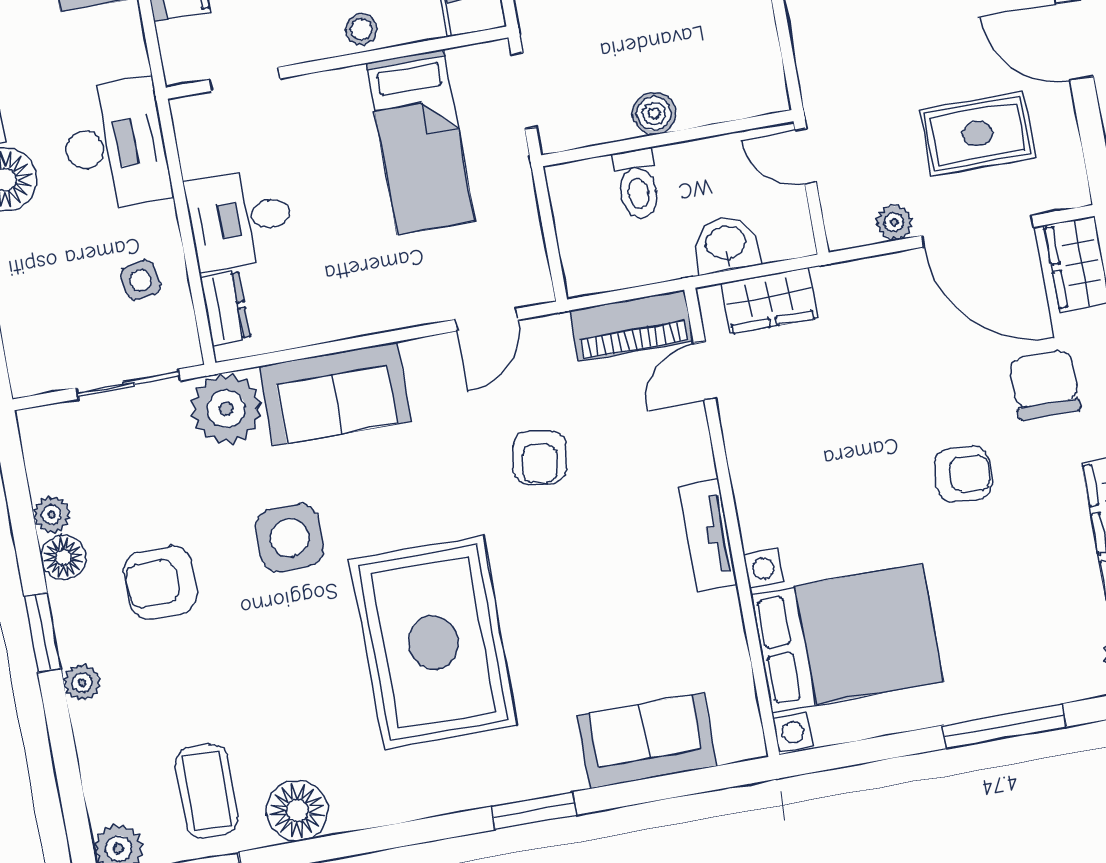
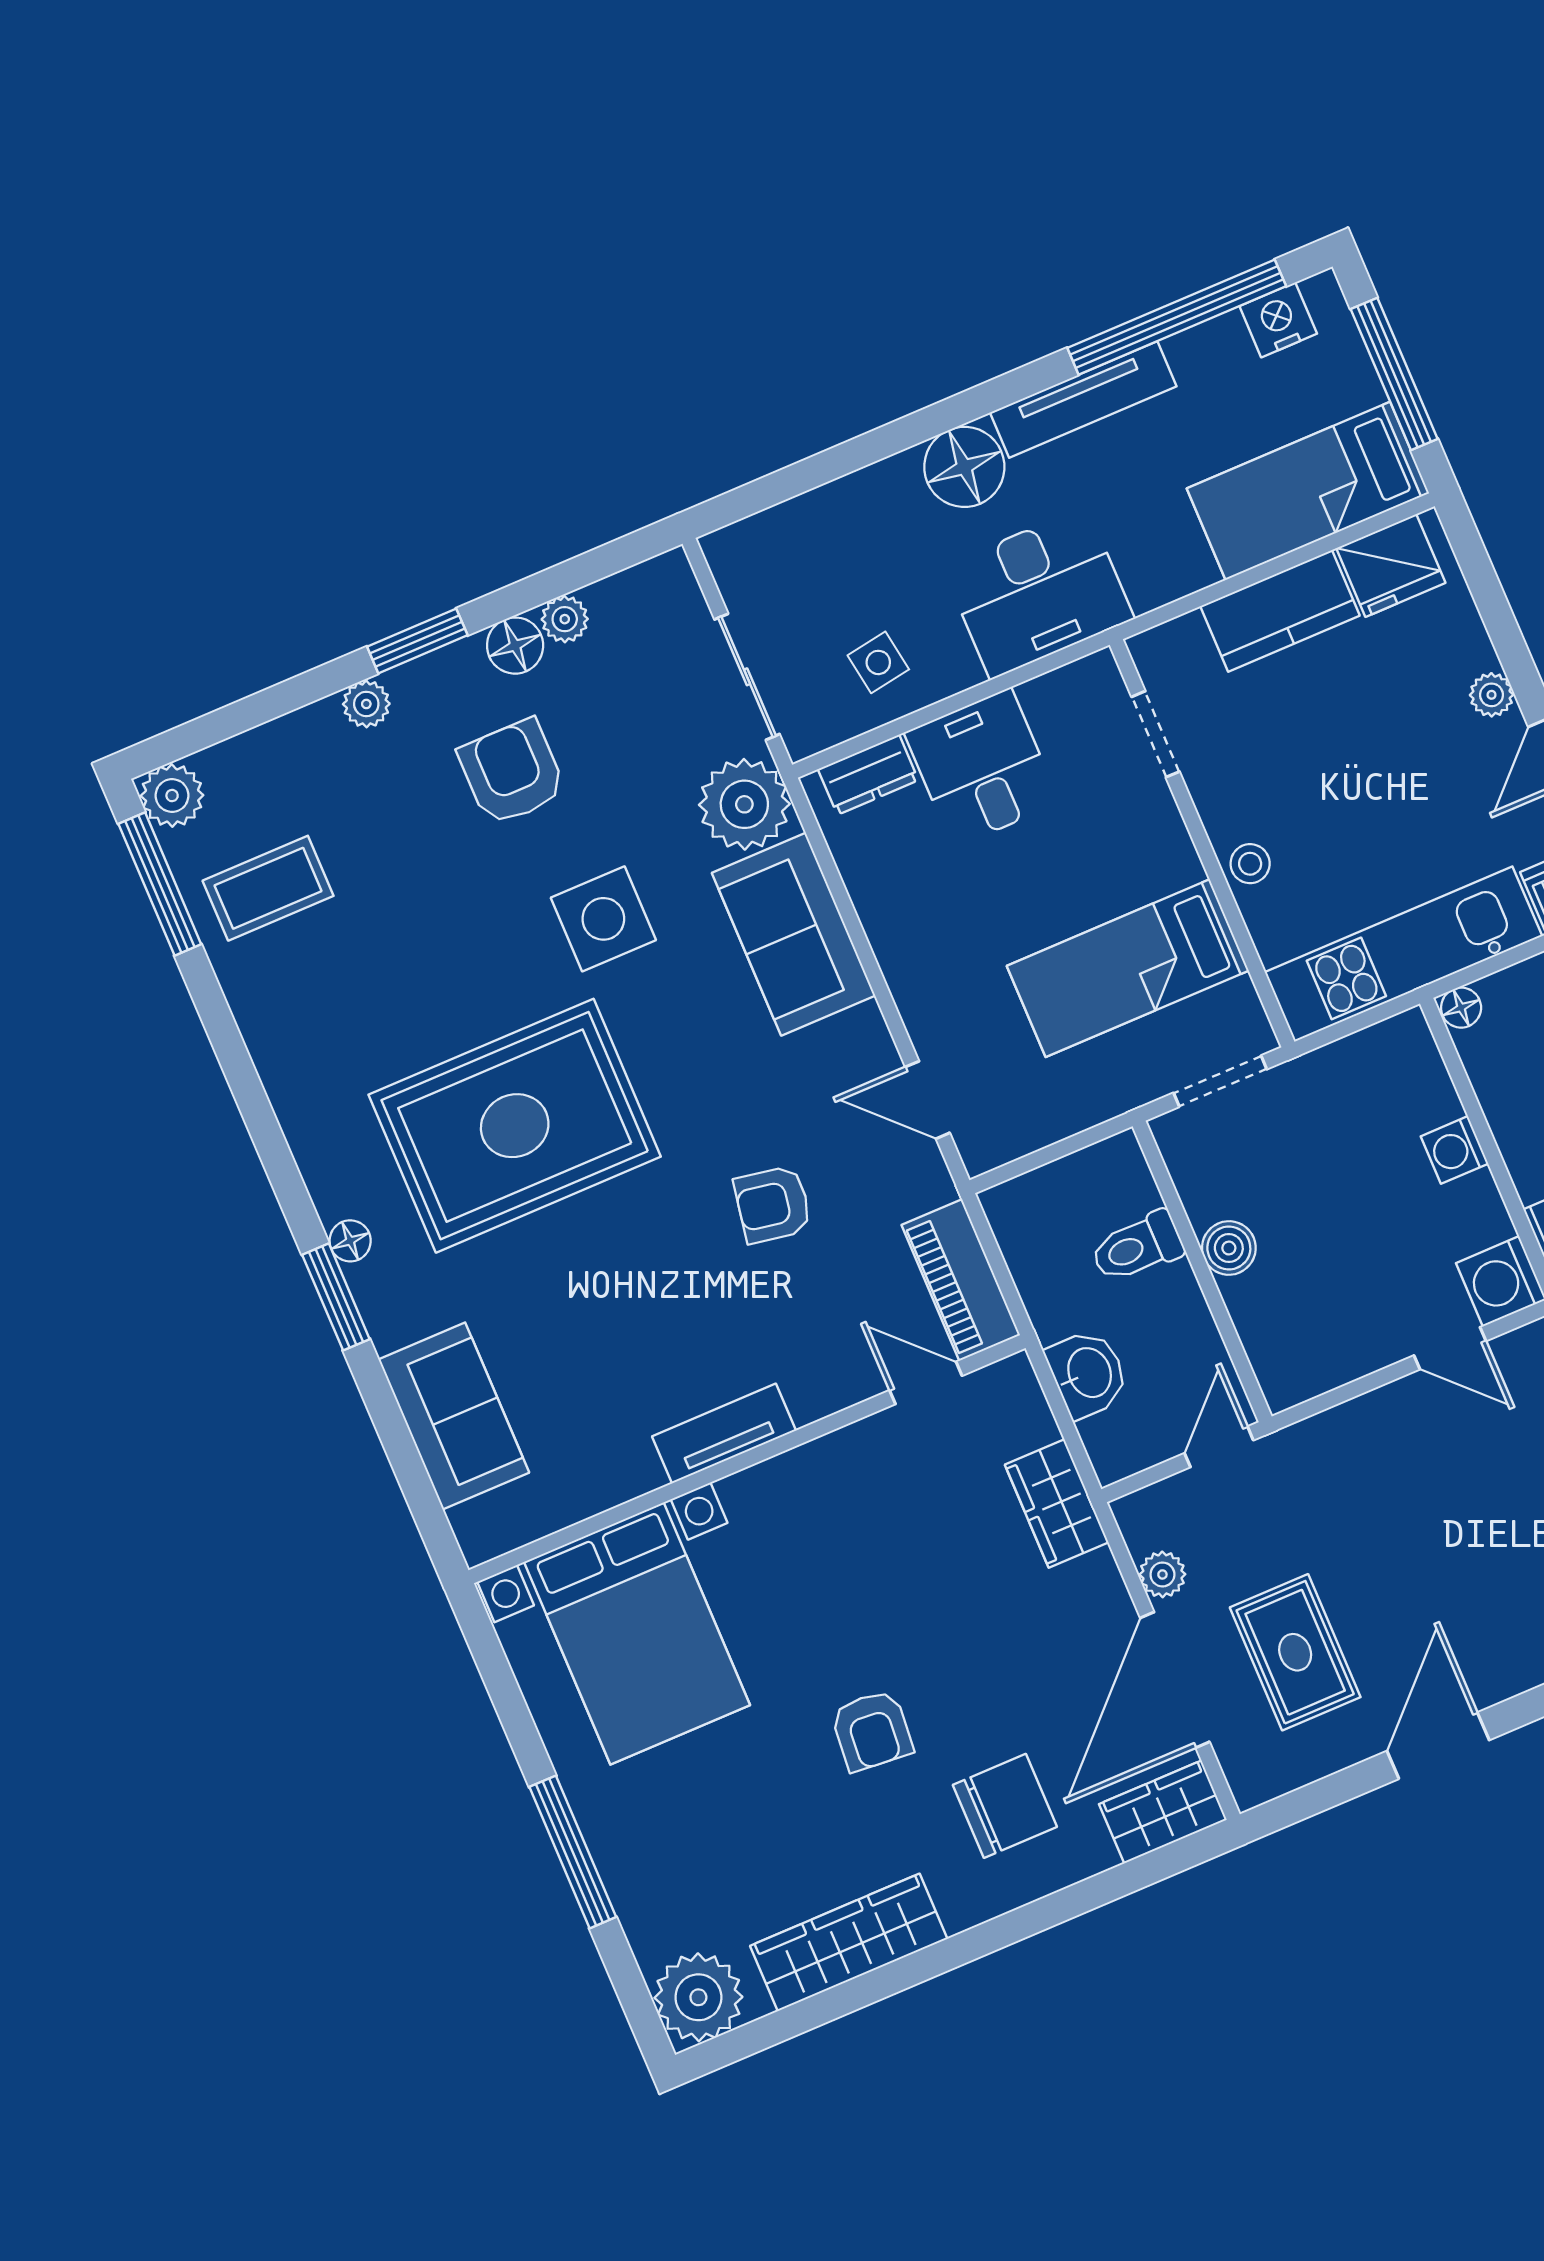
wardrobe: (769, 301) -> (1057, 1504), moved
floor lamp: (297, 811) -> (350, 1241), moved, width x0.53, depth x0.53

